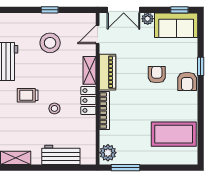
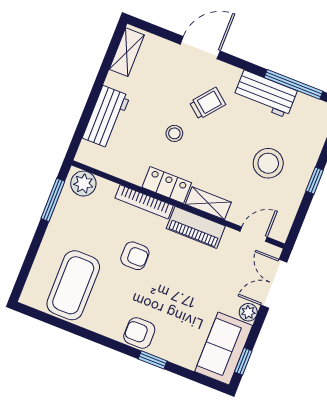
door: (98, 35) -> (254, 234), hinge flipped
armchair: (157, 75) -> (135, 256), moved
trolley: (28, 95) -> (208, 103), turned 39

